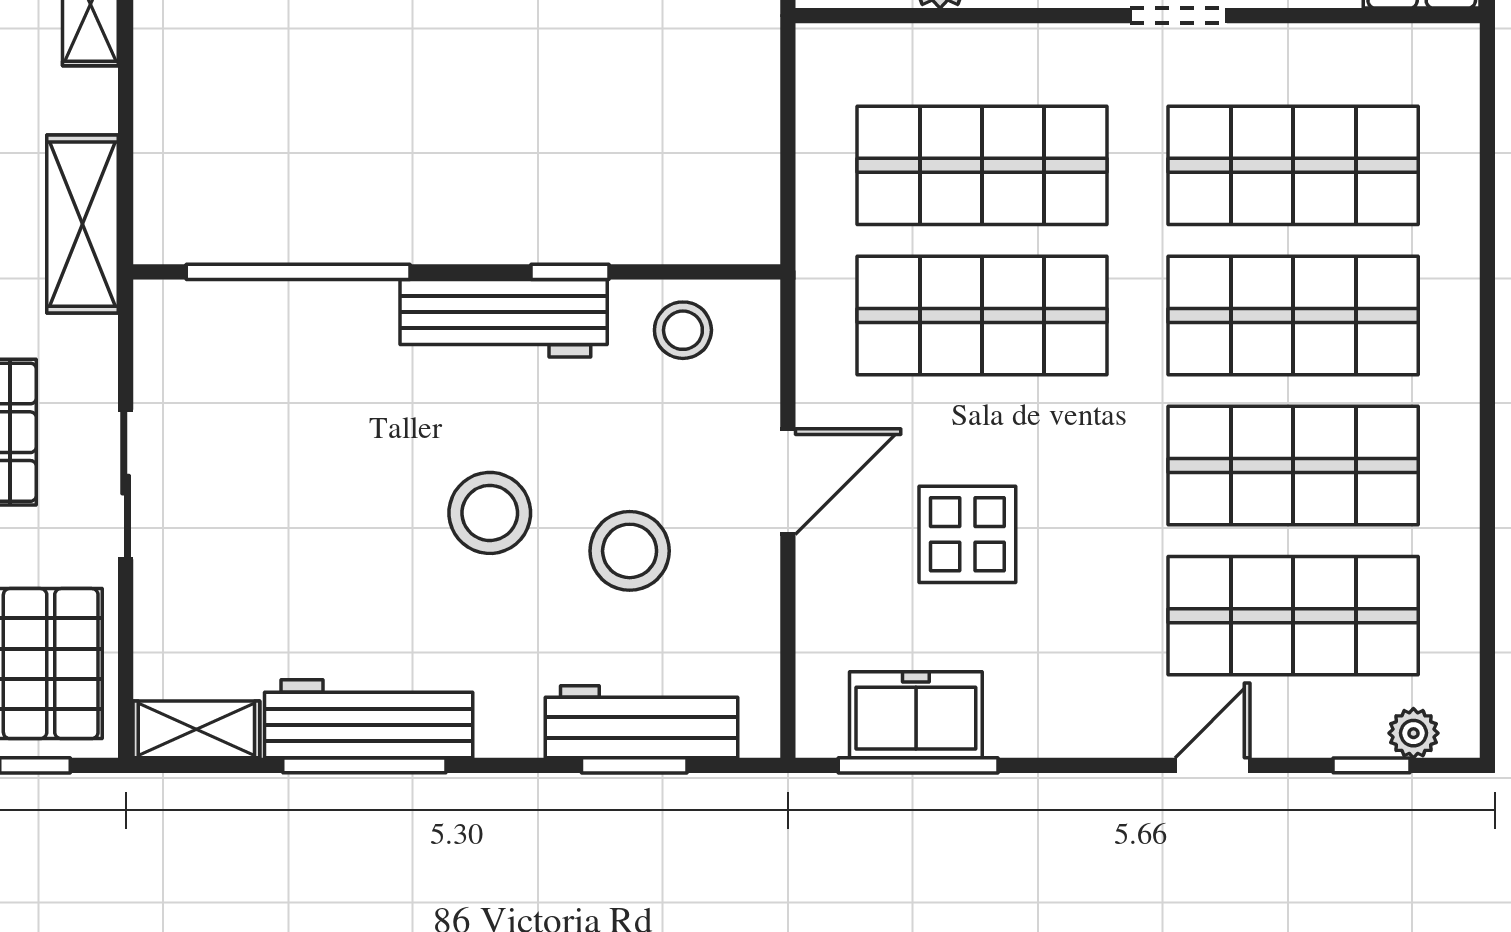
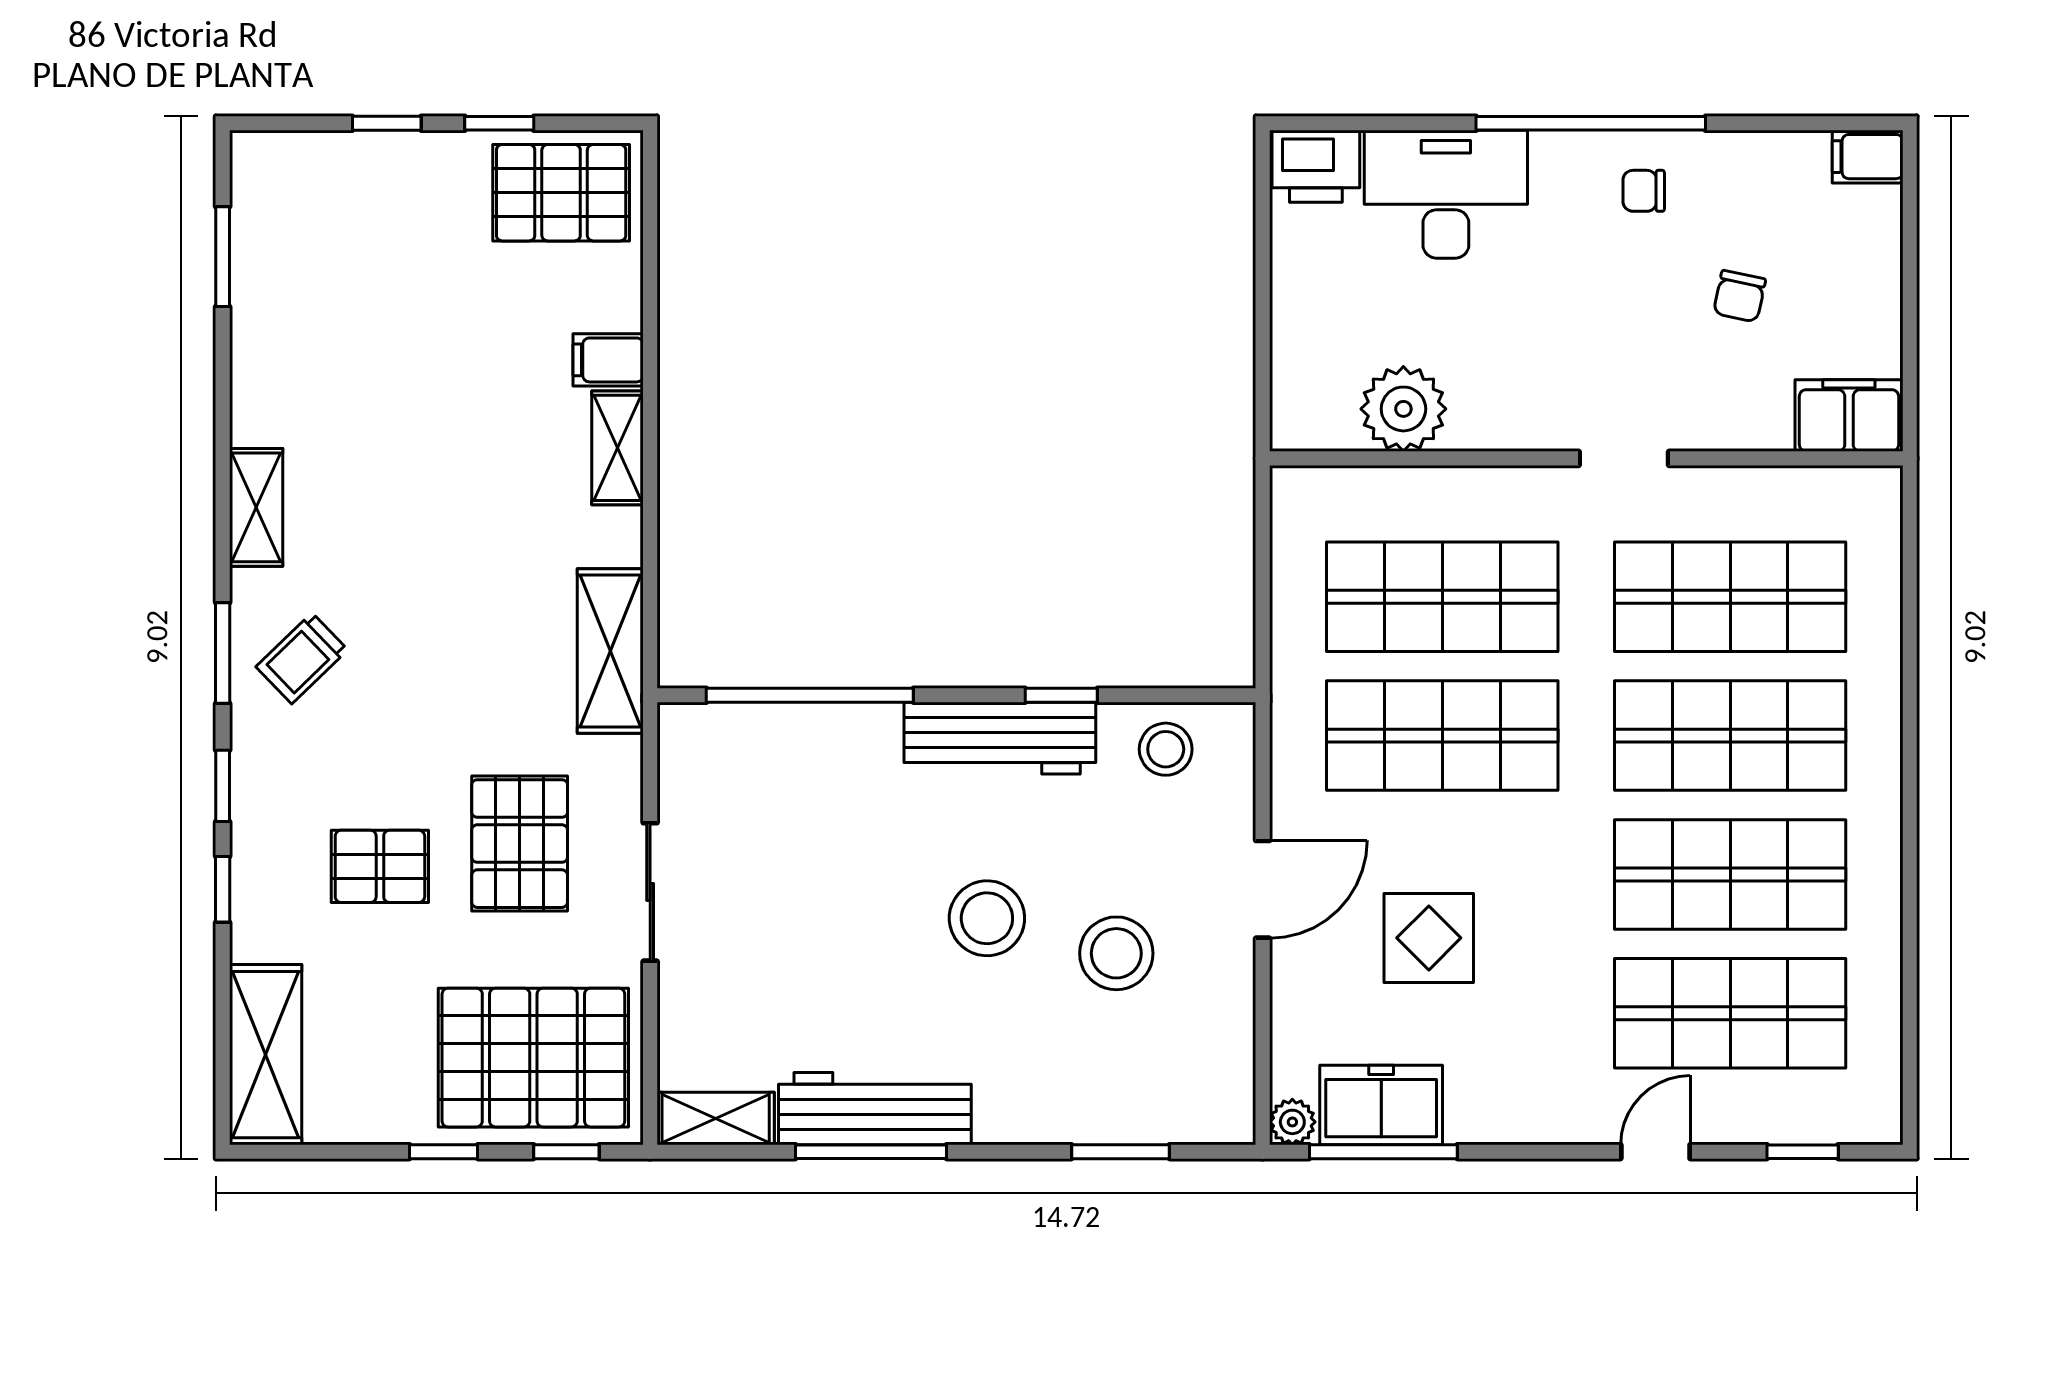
workbench: (641, 722) -> (1127, 1111), removed
plant: (1413, 733) -> (1292, 1122), moved

